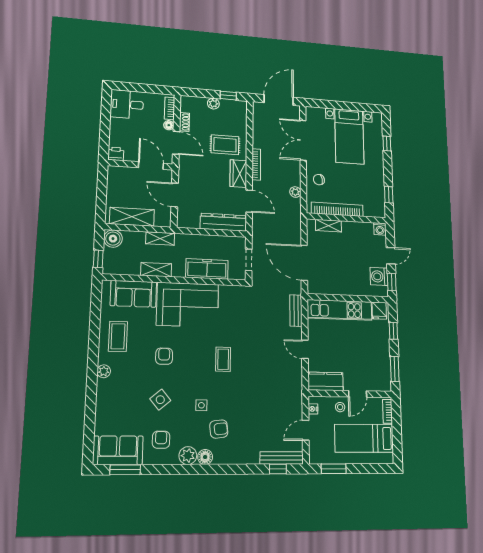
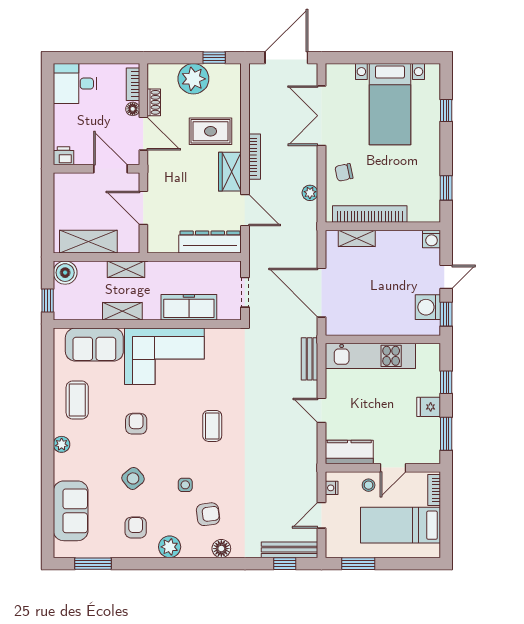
plant: (213, 104) -> (193, 79), width x1.88, depth x1.88
fridge: (379, 311) -> (429, 407), moved, turned 90
sofa: (118, 450) -> (71, 511), moved, turned 90
floor lamp: (205, 457) -> (221, 549), moved

